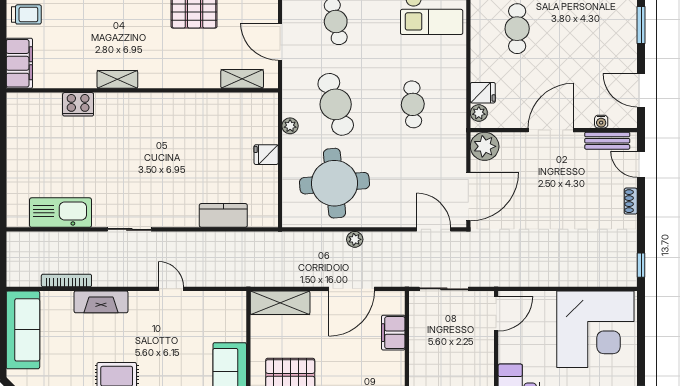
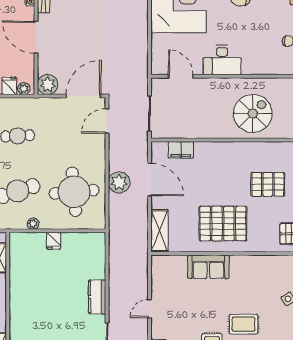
door: (468, 196) -> (83, 96), hinge flipped
kitchen counter: (223, 215) -> (97, 297), moved
plant: (355, 239) -> (119, 182), width x1.88, depth x1.88
door: (496, 314) -> (181, 76), moved

